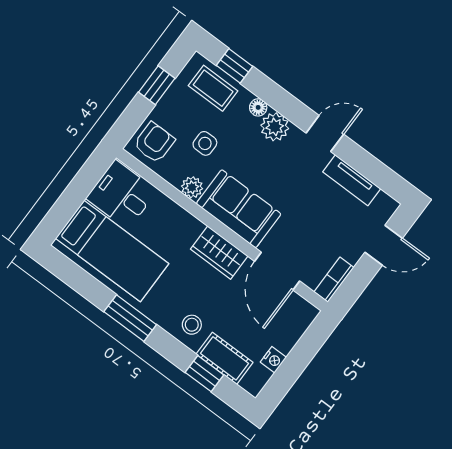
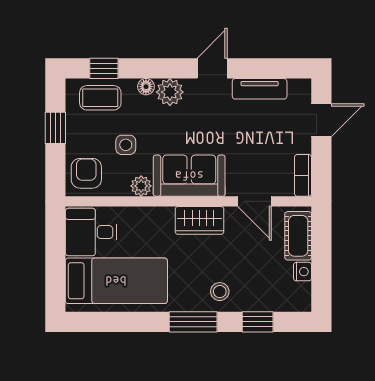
door: (277, 271) -> (255, 201), width x0.73
window: (130, 318) -> (193, 322), moved
cot: (225, 358) -> (298, 236), moved, turned 90

